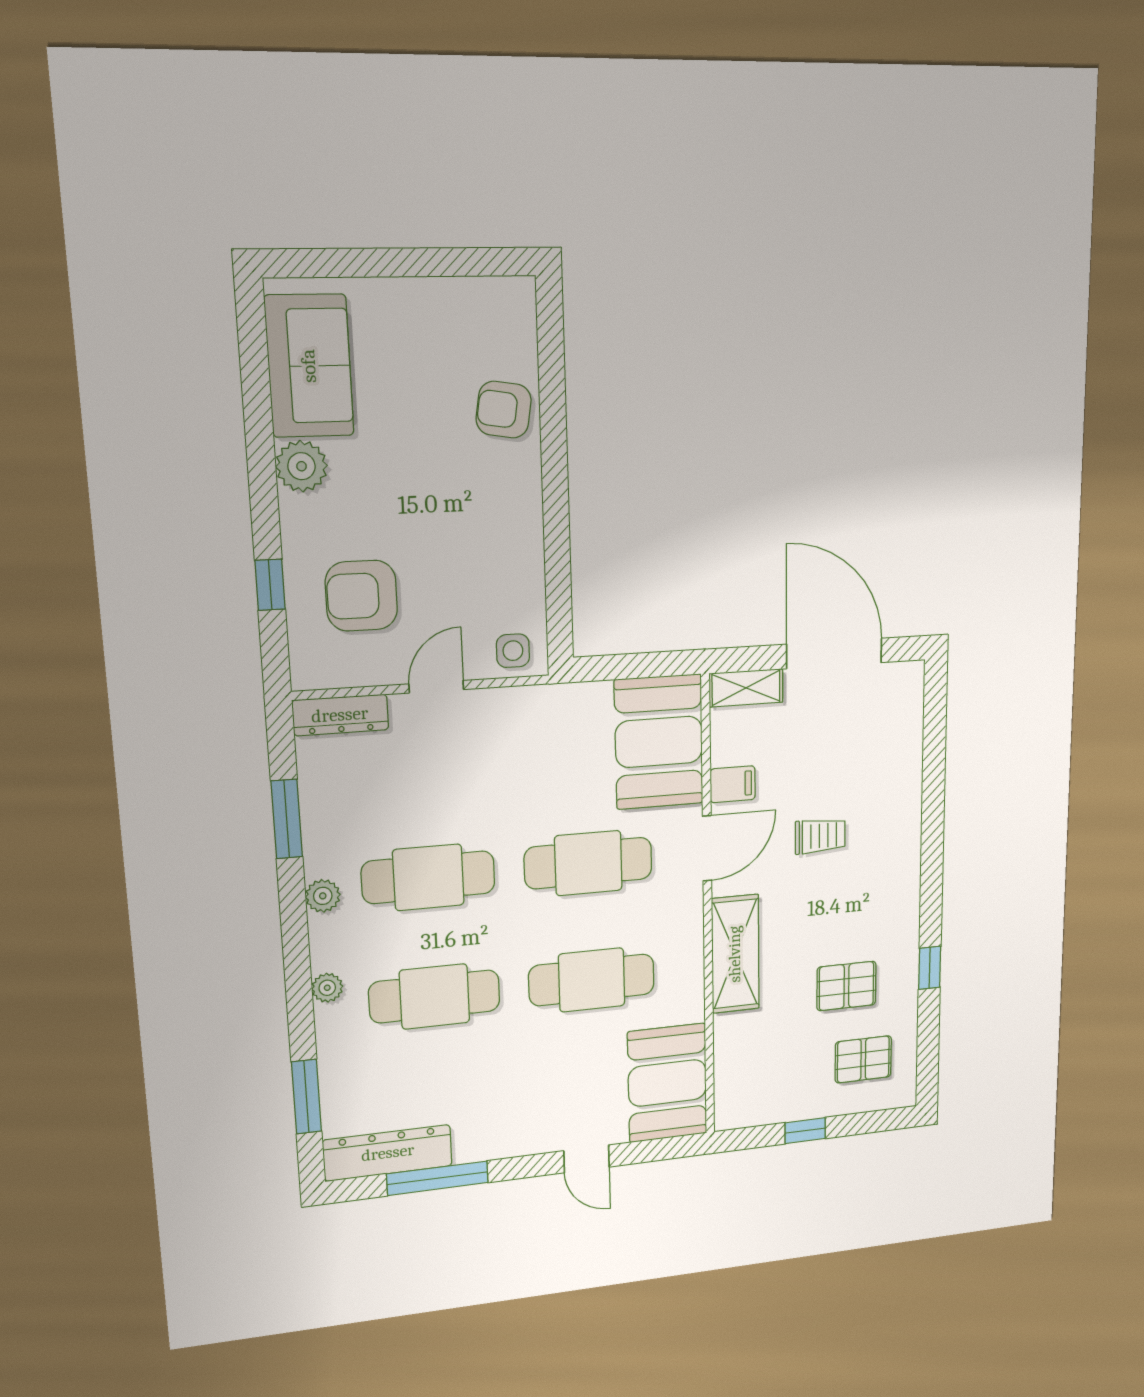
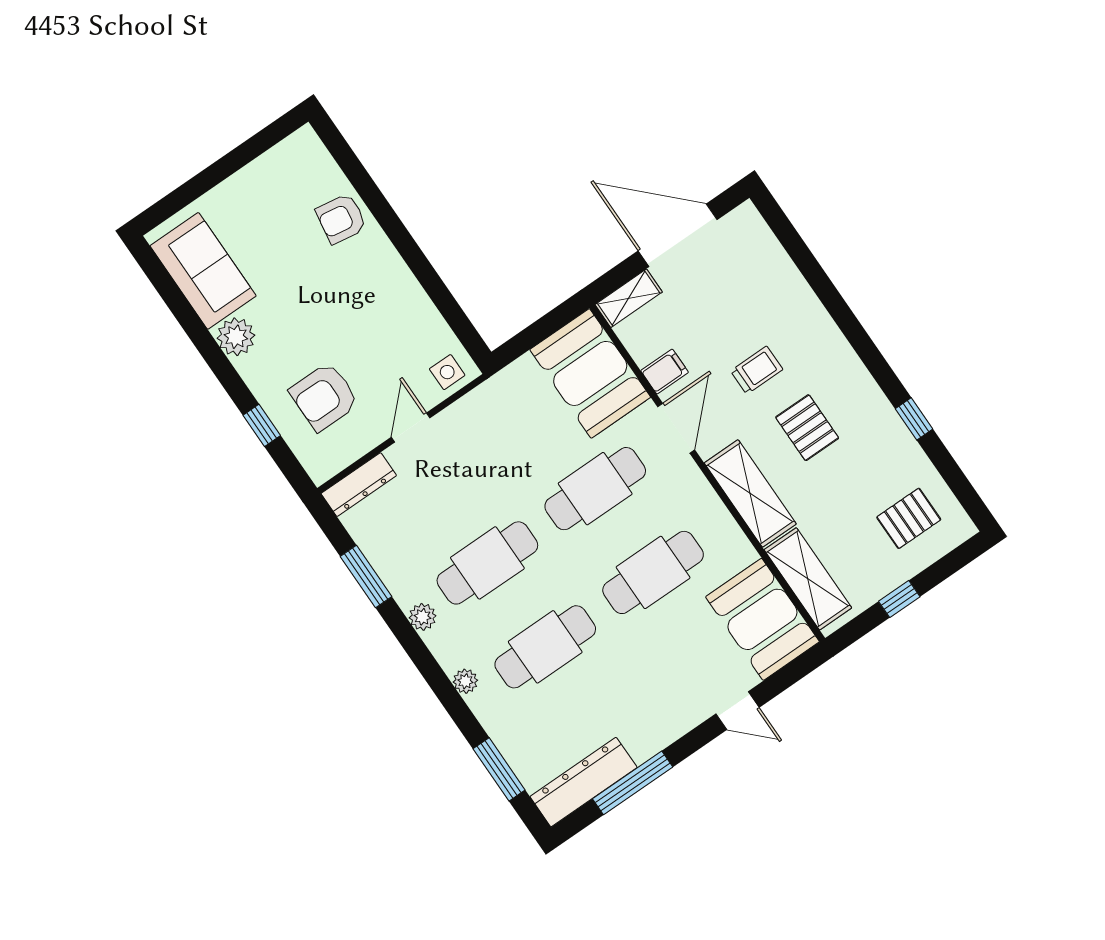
pallet: (846, 986) -> (807, 428), moved, turned 90
shelving: (735, 1067) -> (808, 579), added

